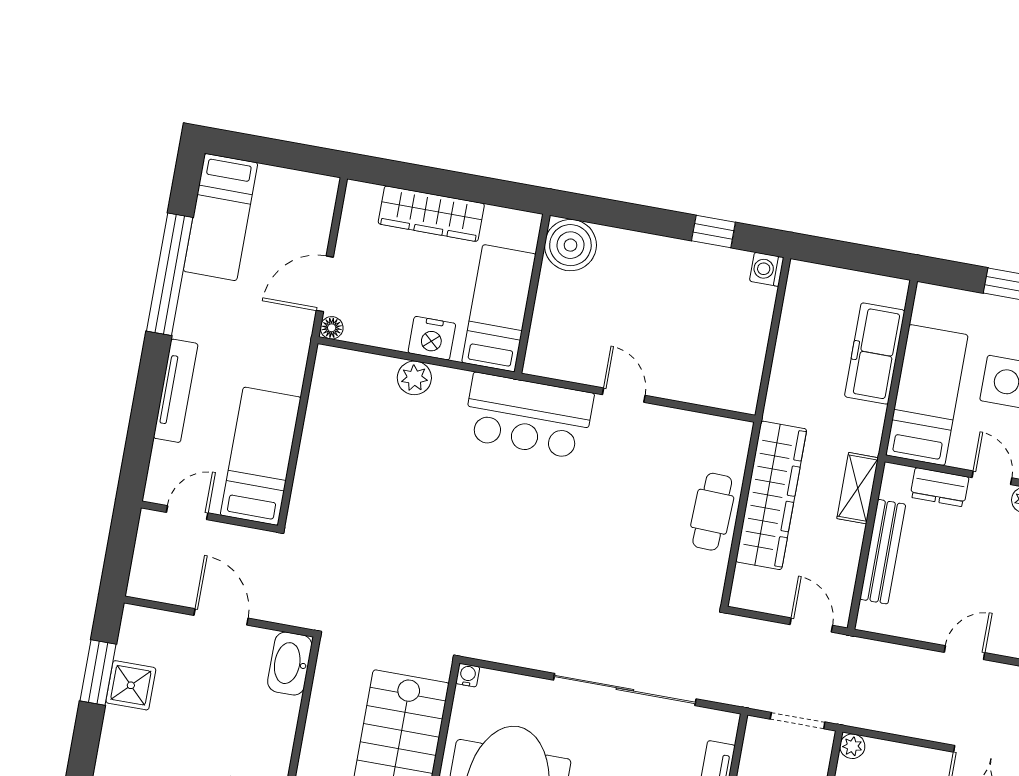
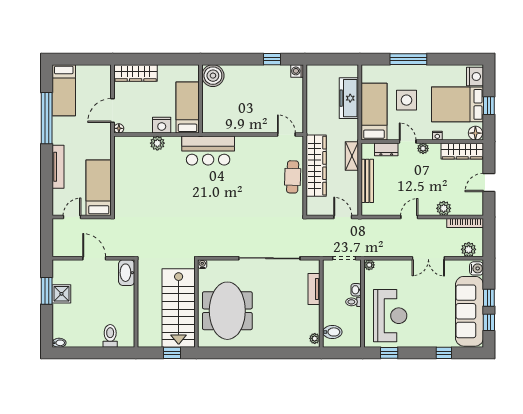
wardrobe: (431, 214) -> (136, 73), moved
door: (624, 395) -> (286, 135), moved

